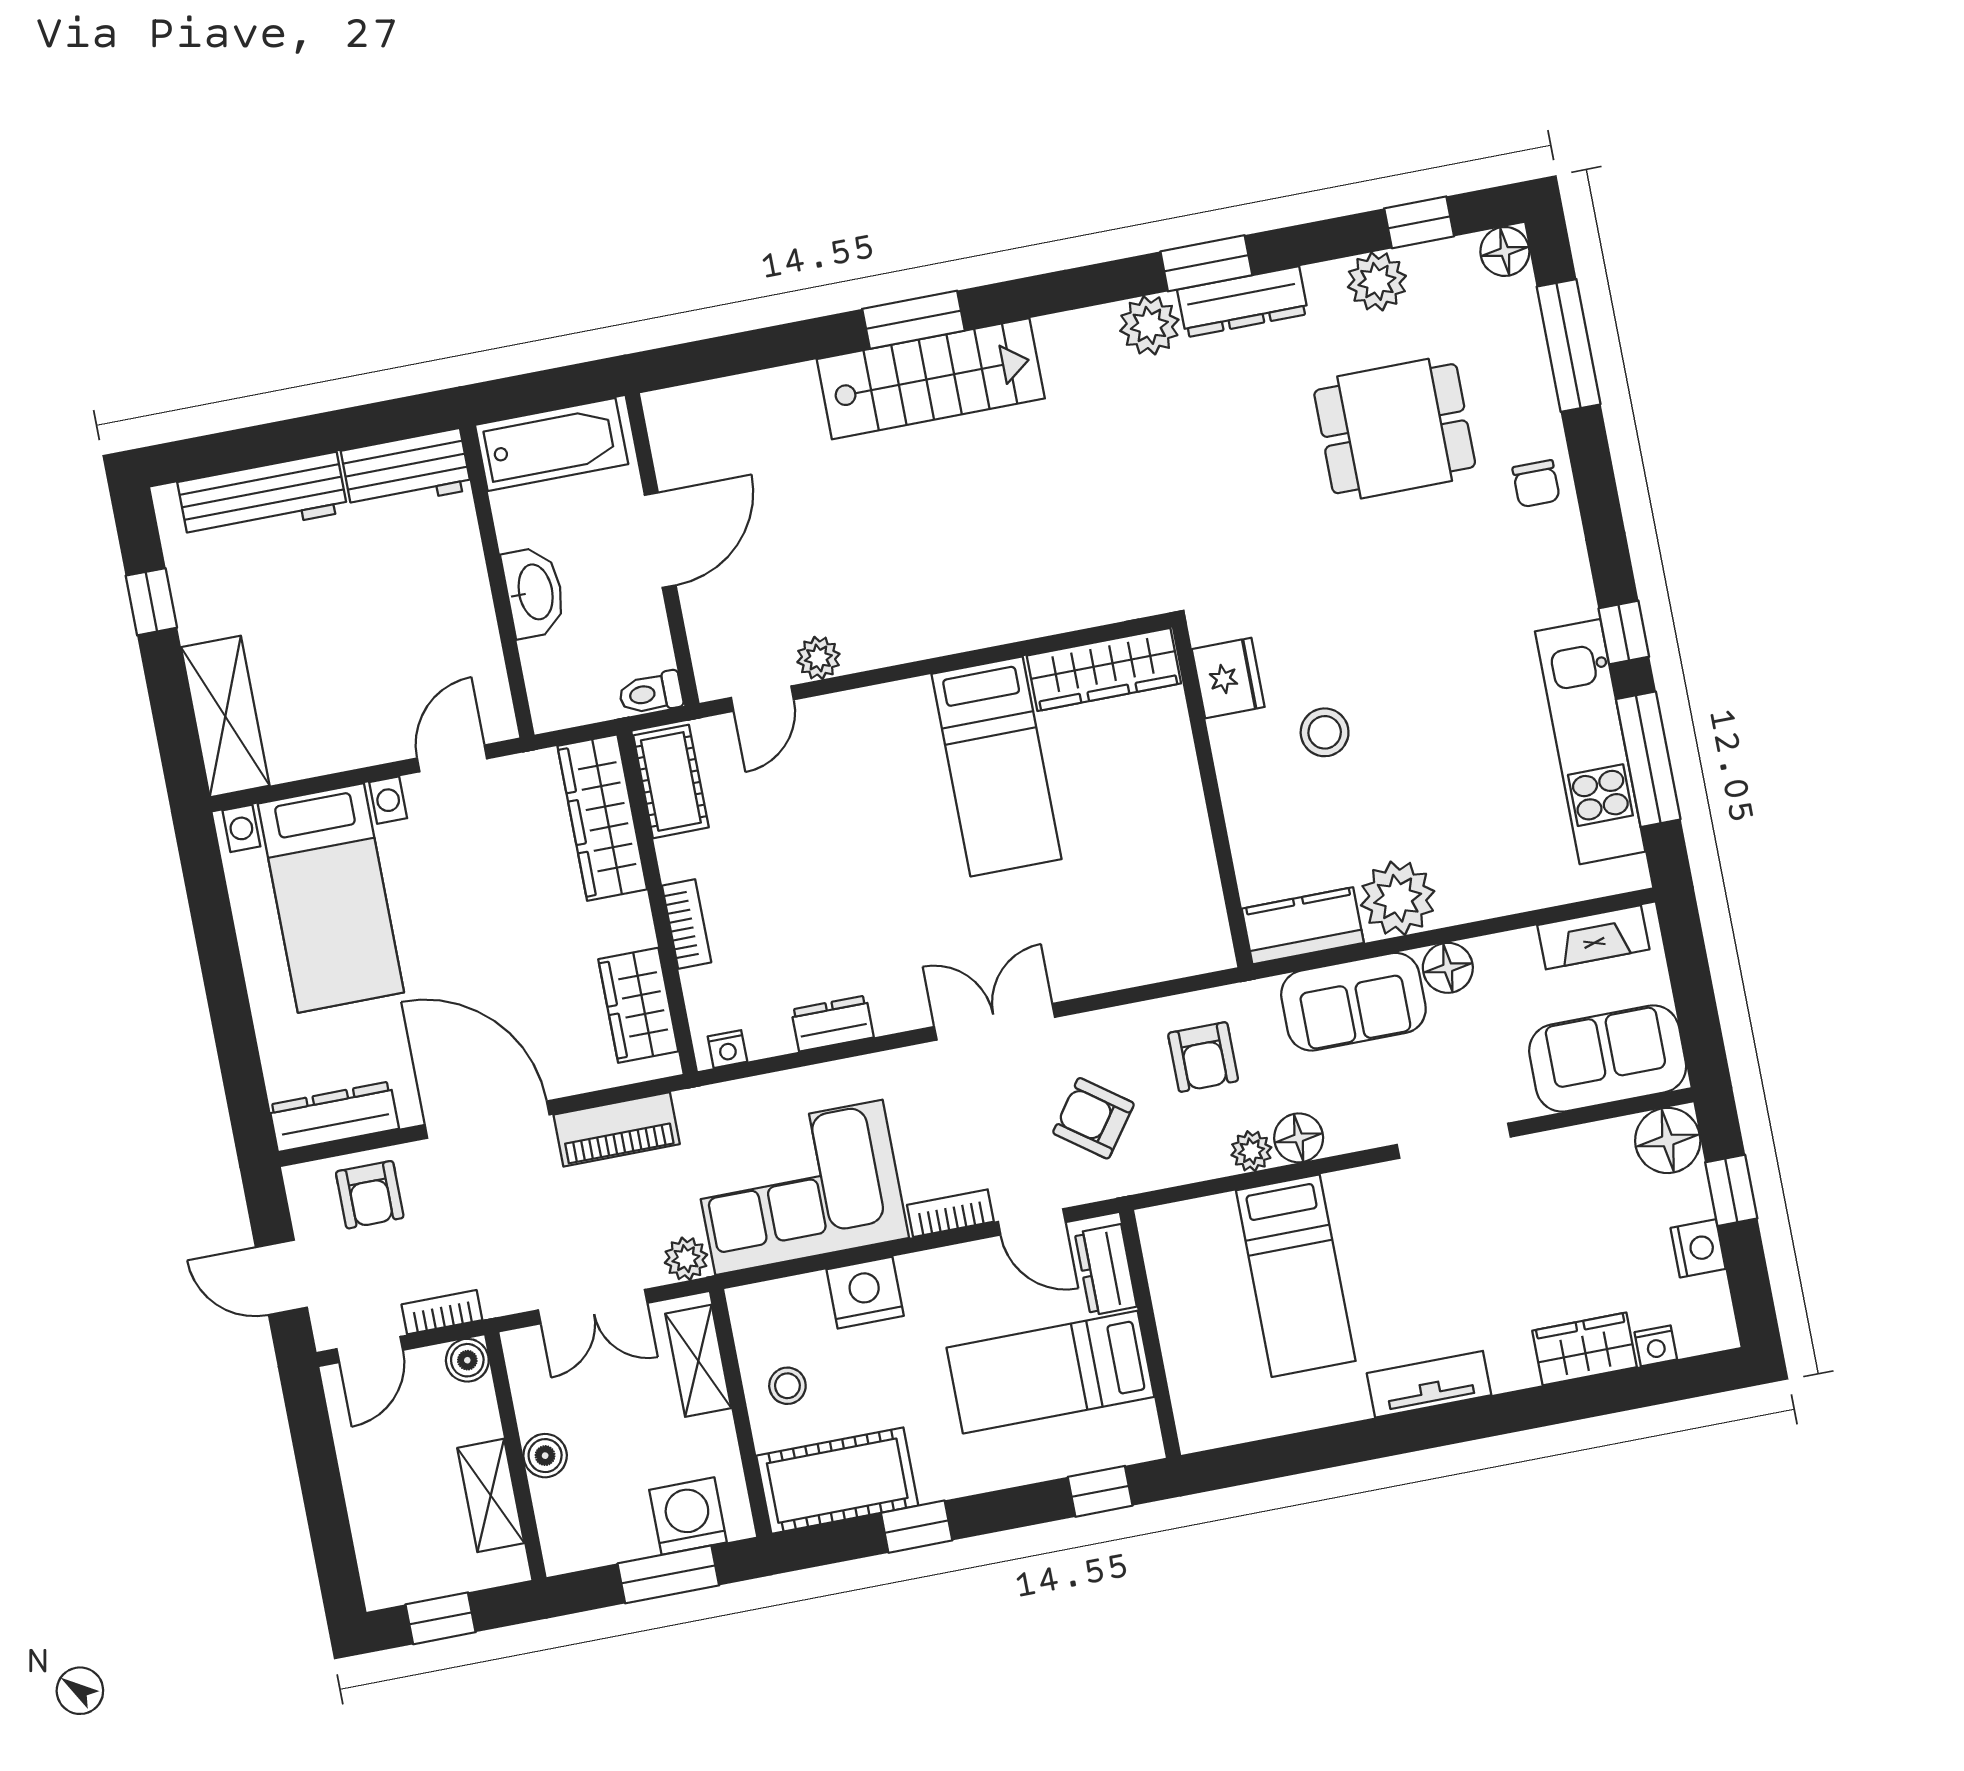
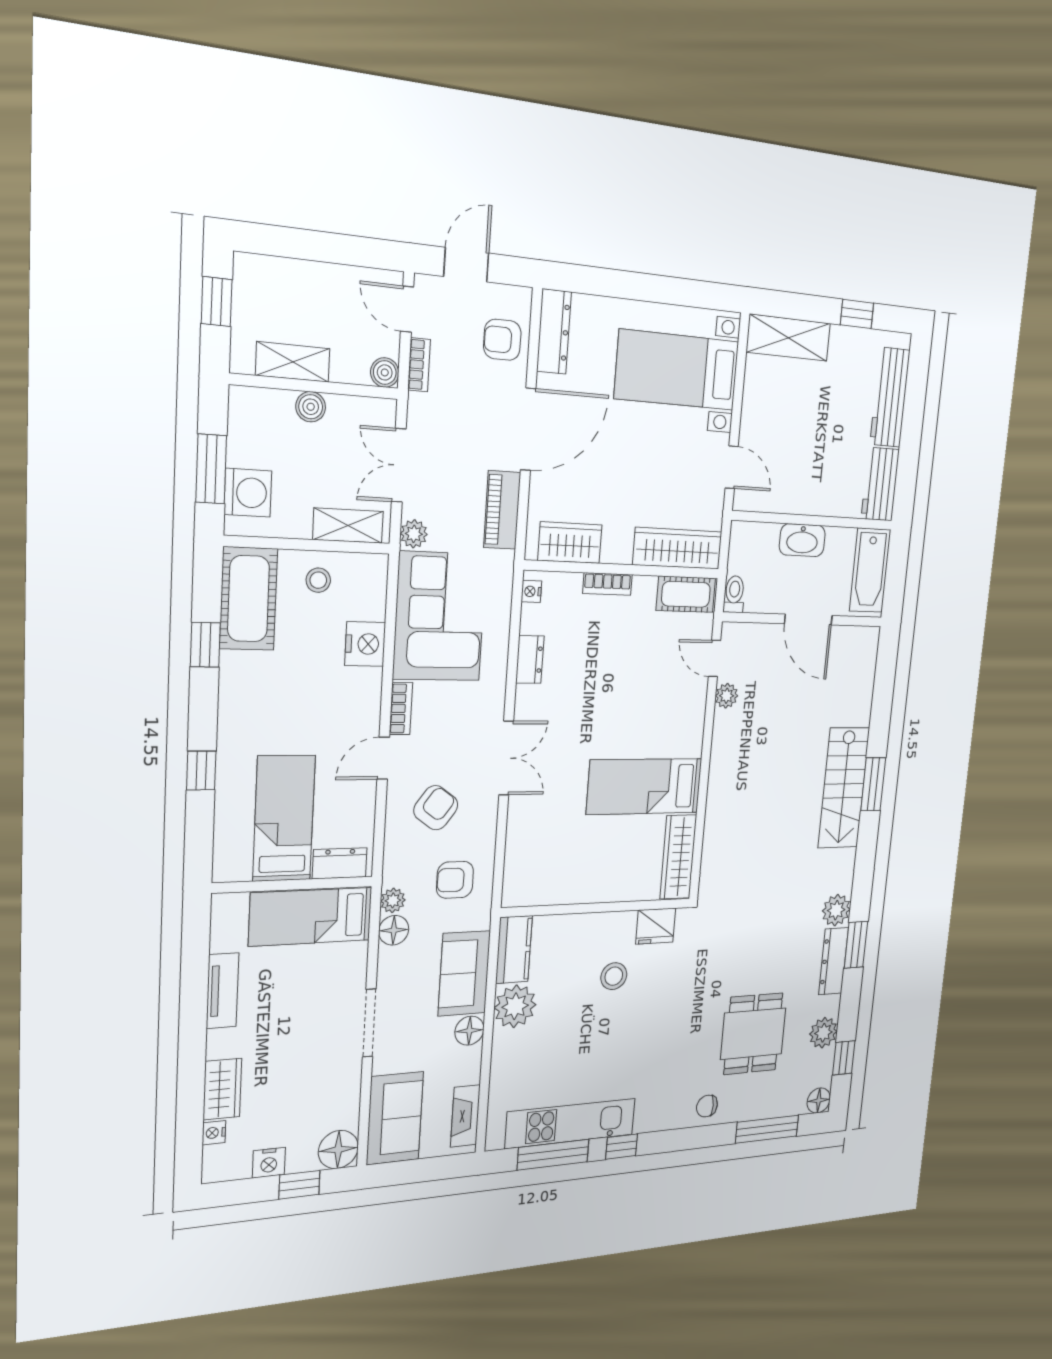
dresser: (1106, 1270) -> (340, 863), moved
wall: (1150, 1334) -> (293, 885), moved
bed: (1050, 1372) -> (284, 818), moved

